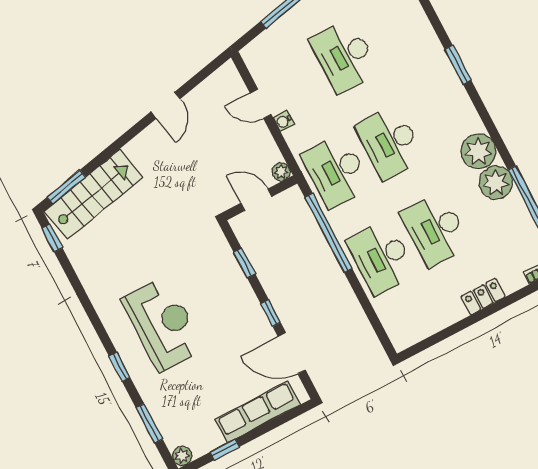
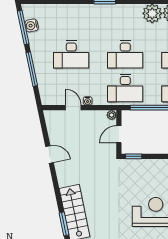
door: (261, 104) -> (73, 108), swing flipped
window: (244, 263) -> (134, 156), moved

